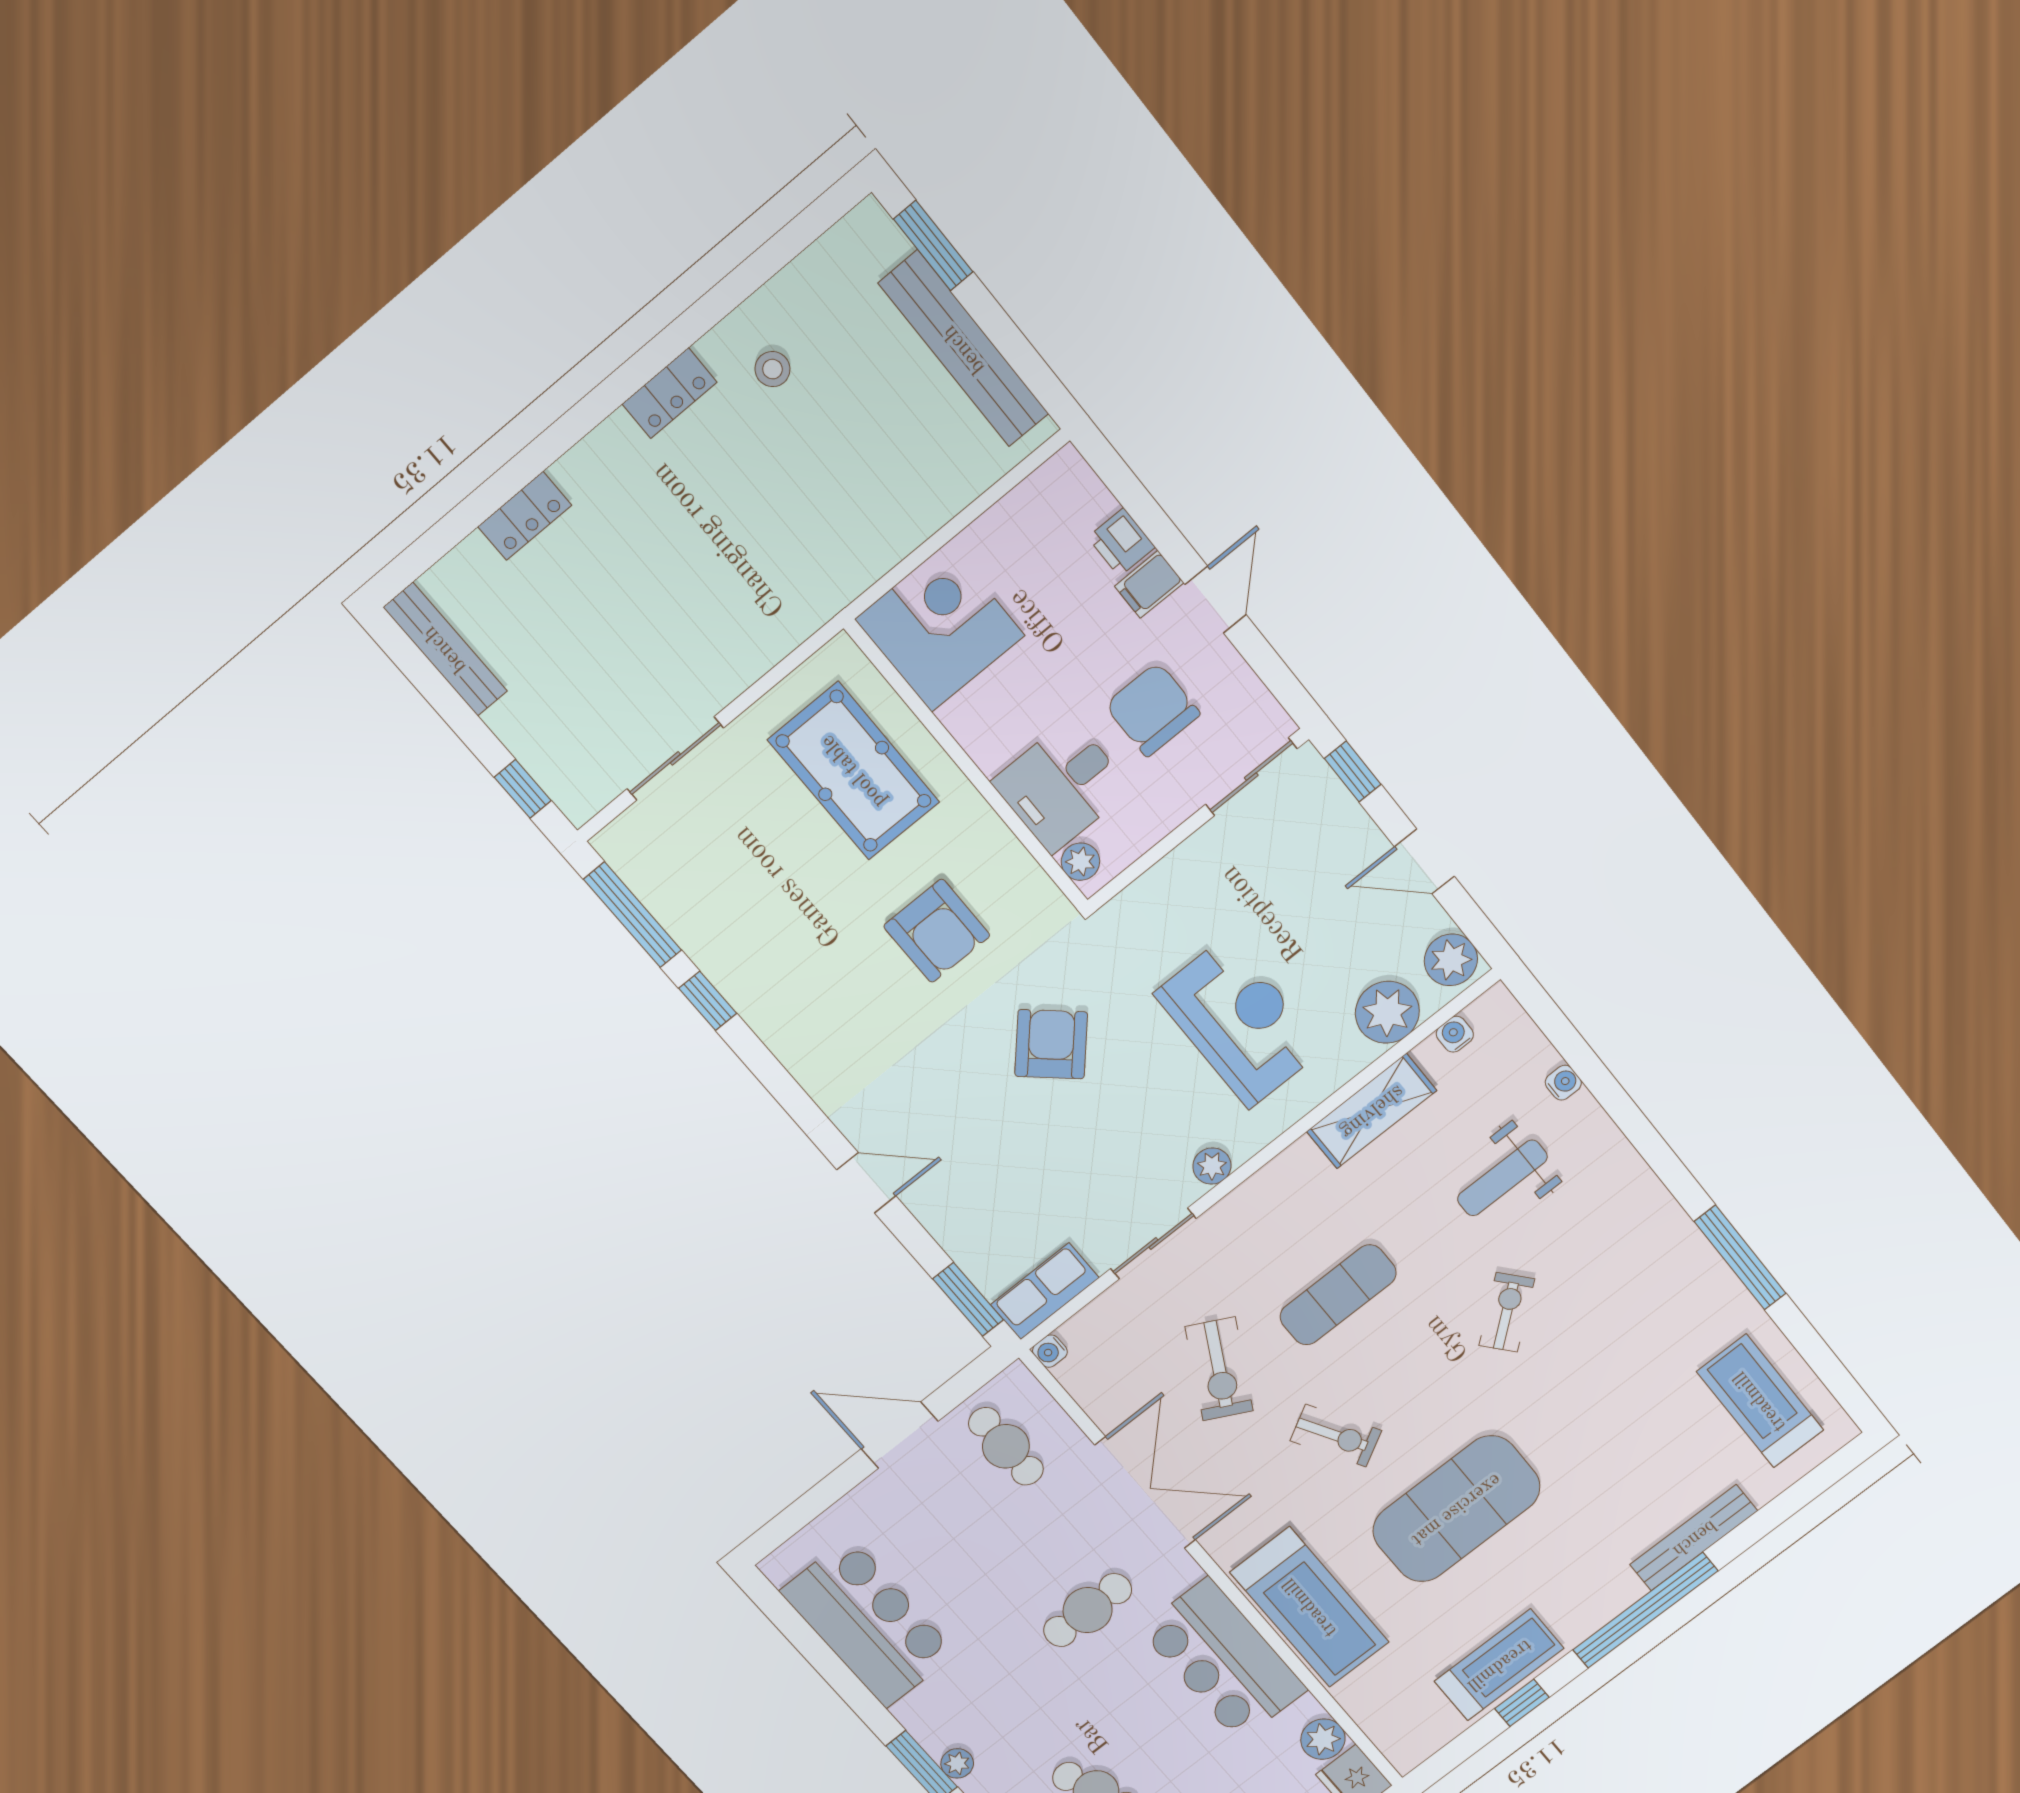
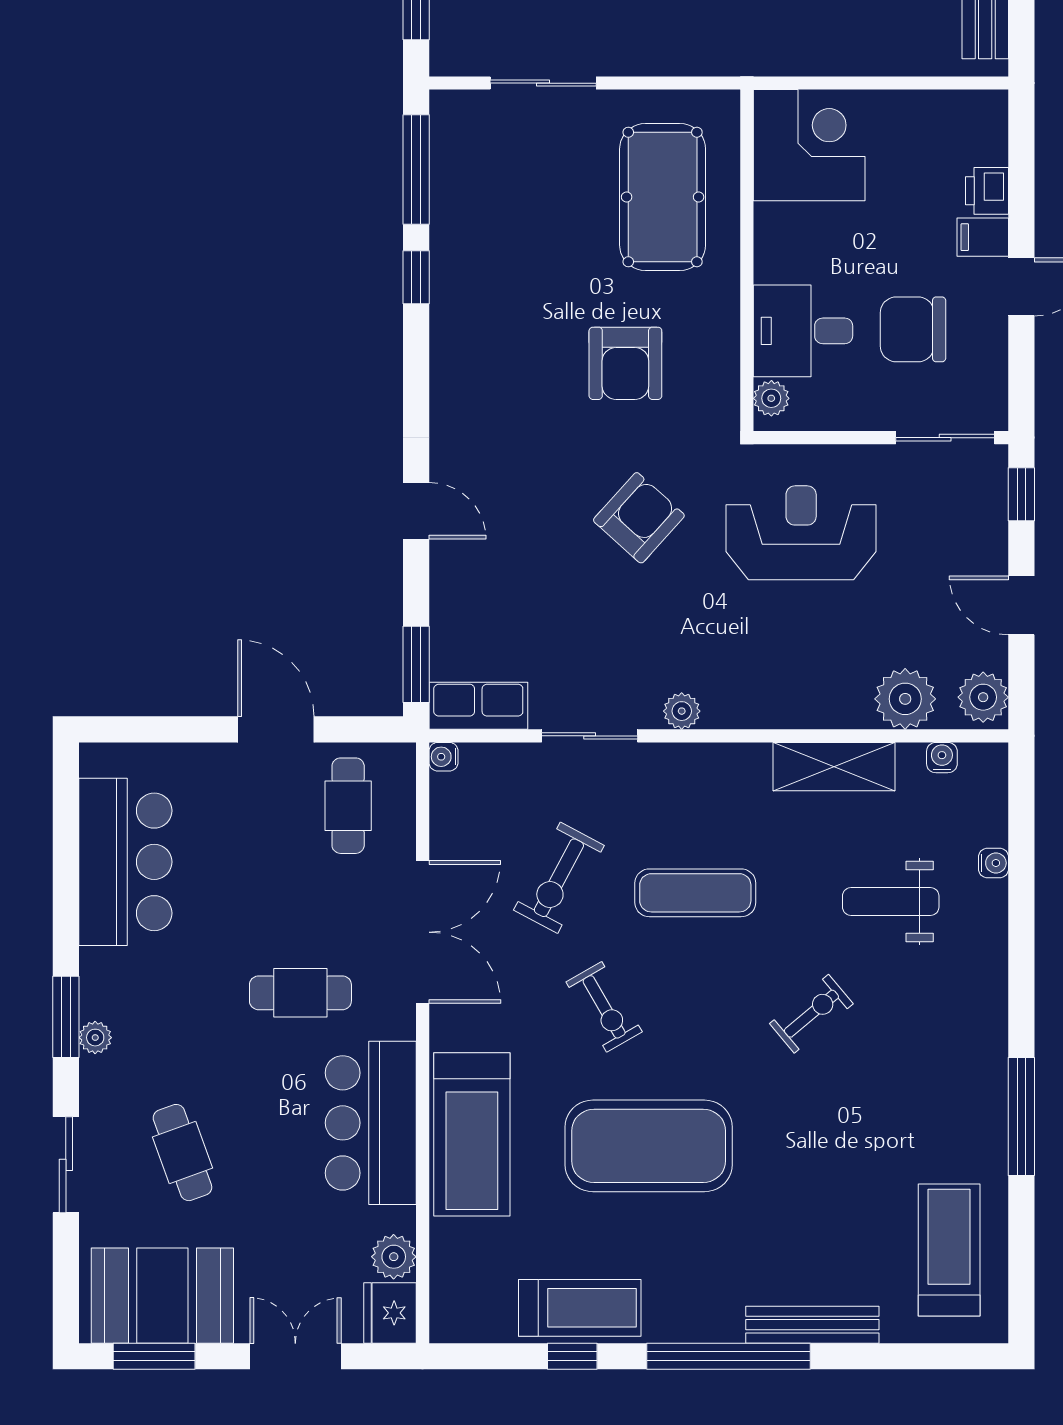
chair: (1153, 710) -> (913, 329), turned -90
reception desk: (1239, 1021) -> (801, 533), moved, turned -90

